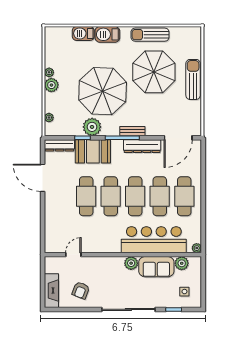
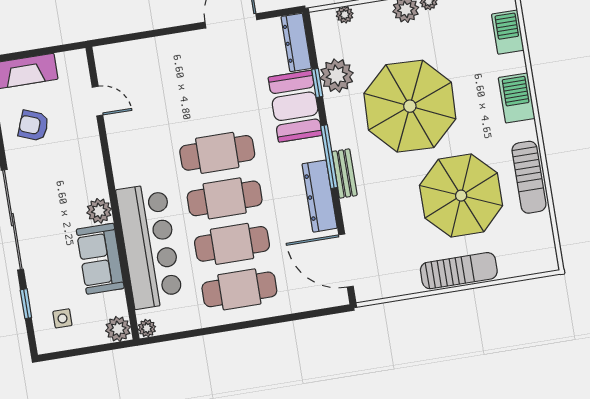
barbecue: (83, 33) -> (508, 32), moved
sun lounger: (150, 35) -> (529, 177), turned 180
plant: (92, 127) -> (337, 76), moved
cafe table: (86, 196) -> (210, 107), removed
plant: (182, 263) -> (118, 329), moved

